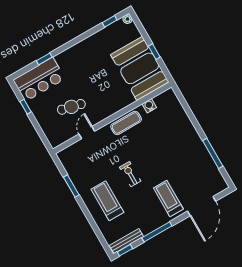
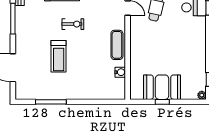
booth: (140, 68) -> (162, 87), width x0.73, depth x0.70
treadmill: (168, 199) -> (59, 56), moved, turned 90

